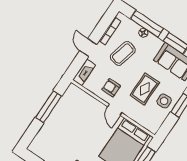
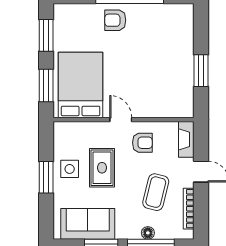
window: (48, 107) -> (201, 71), width x0.69

